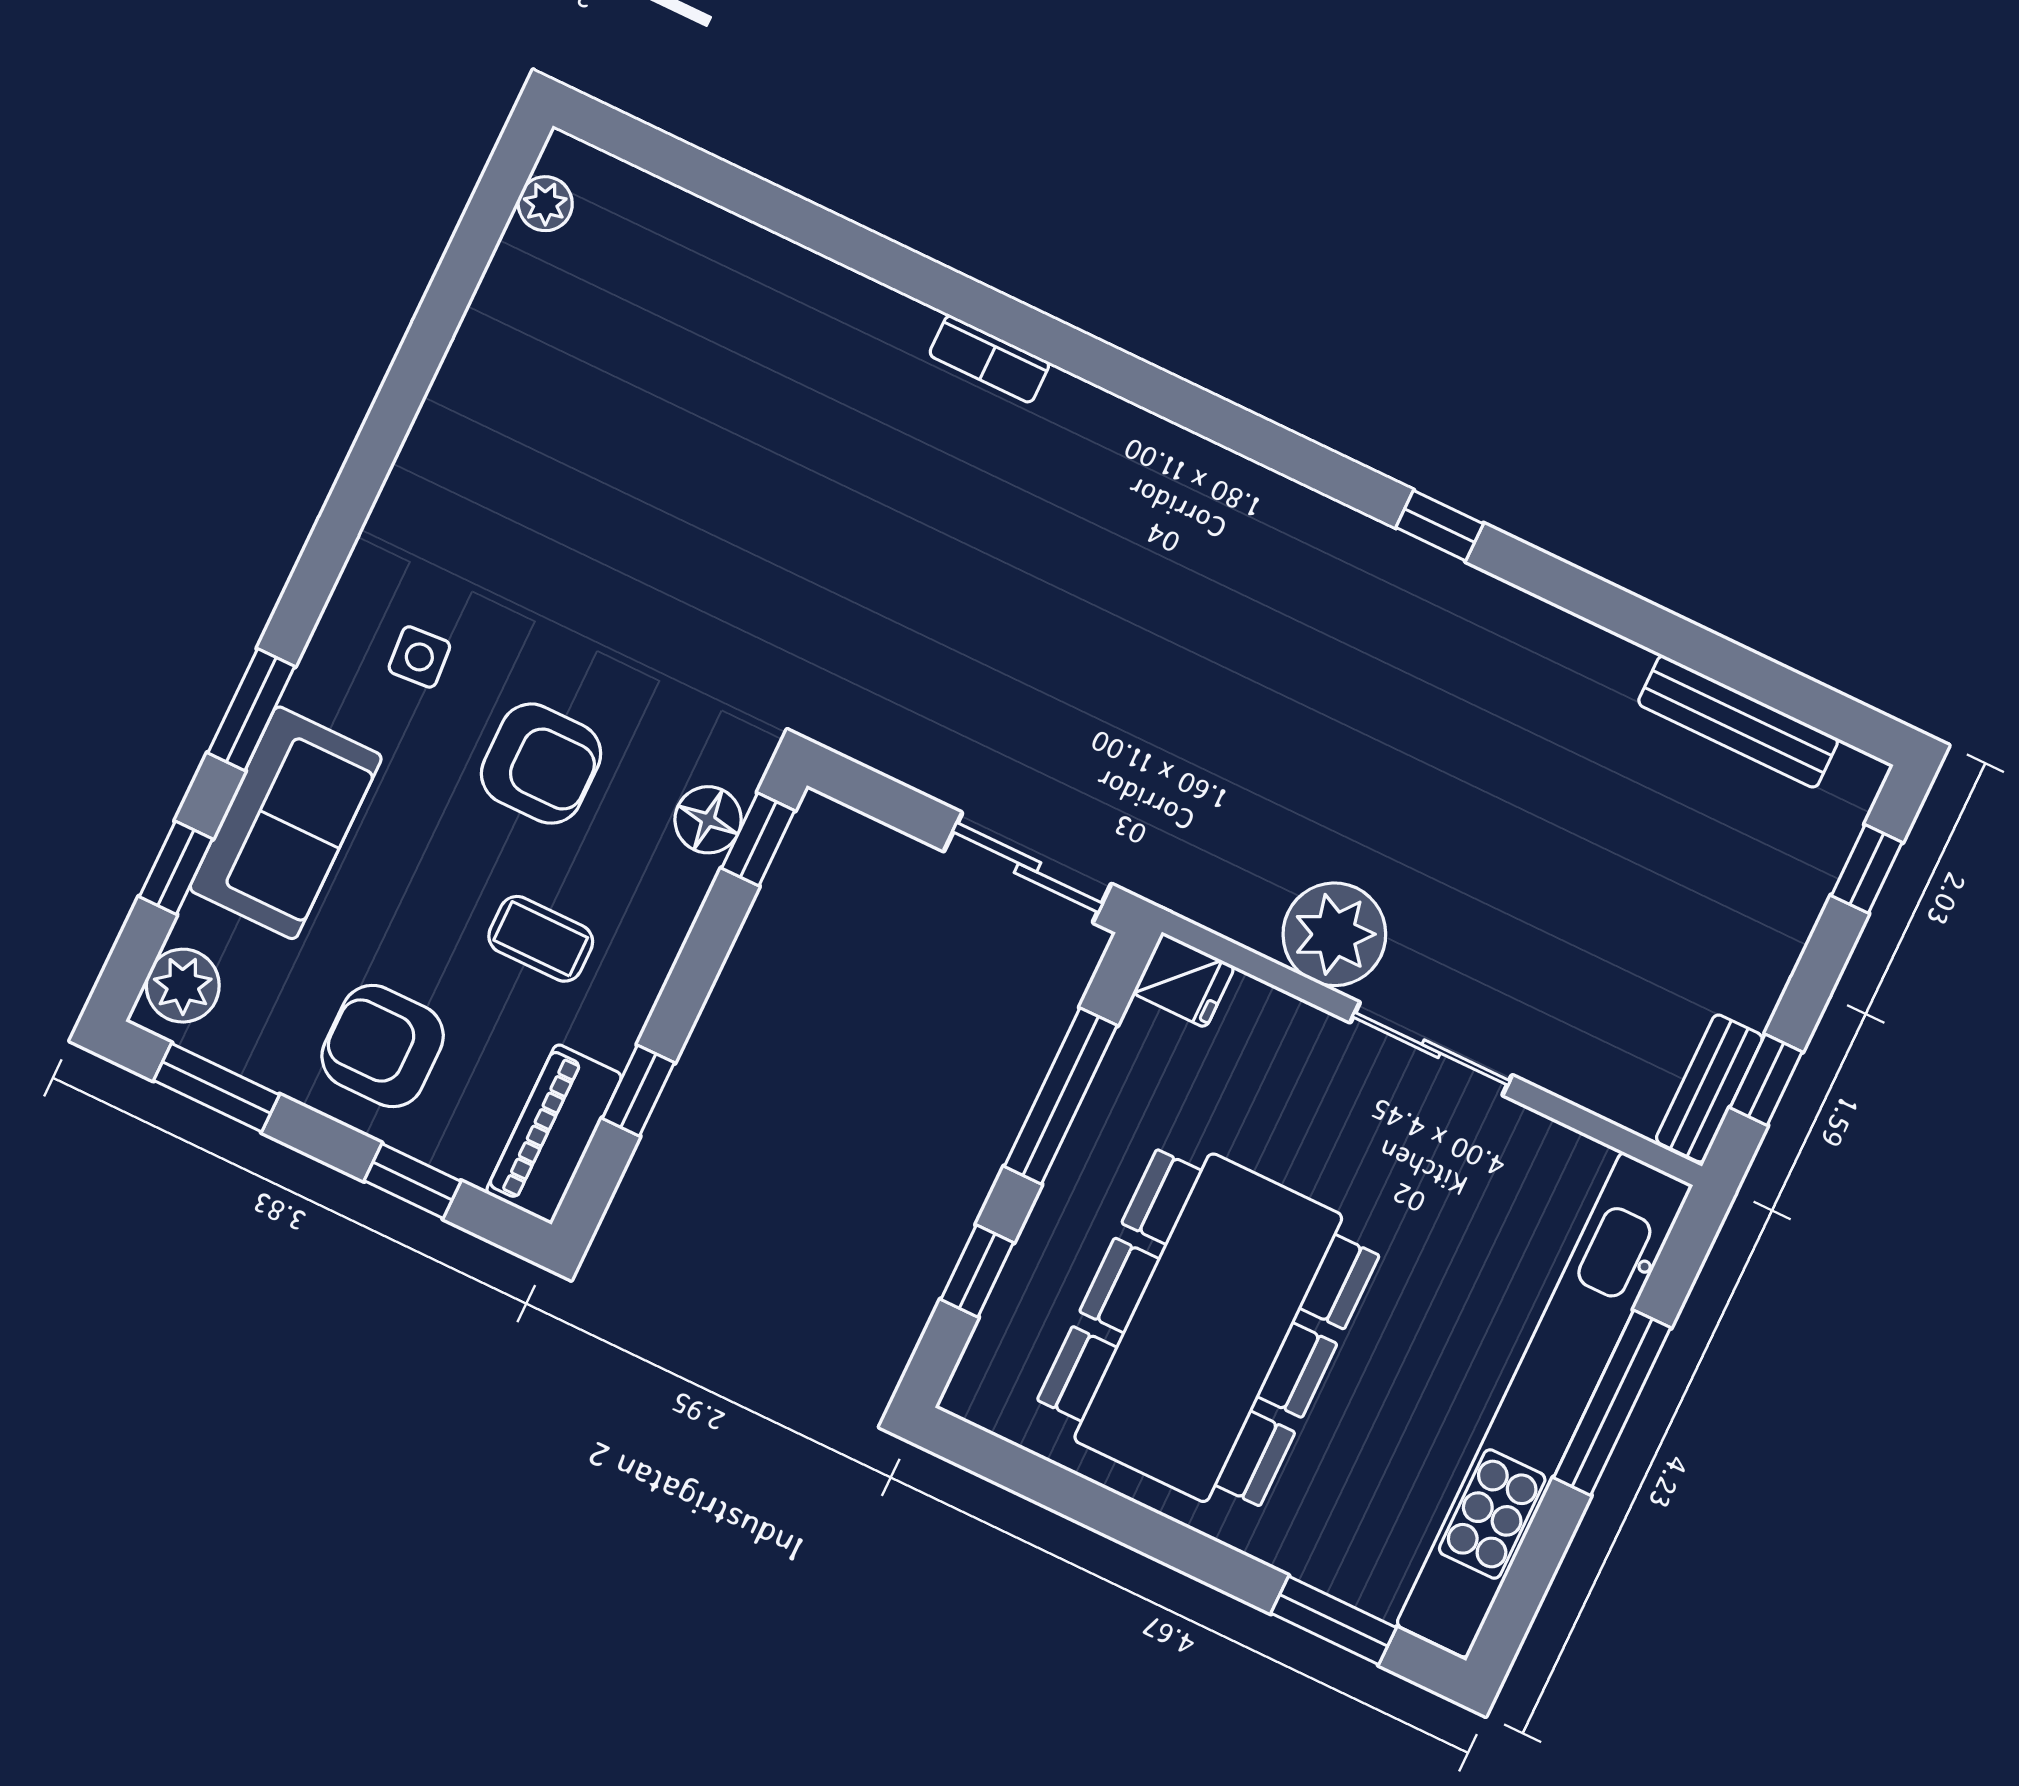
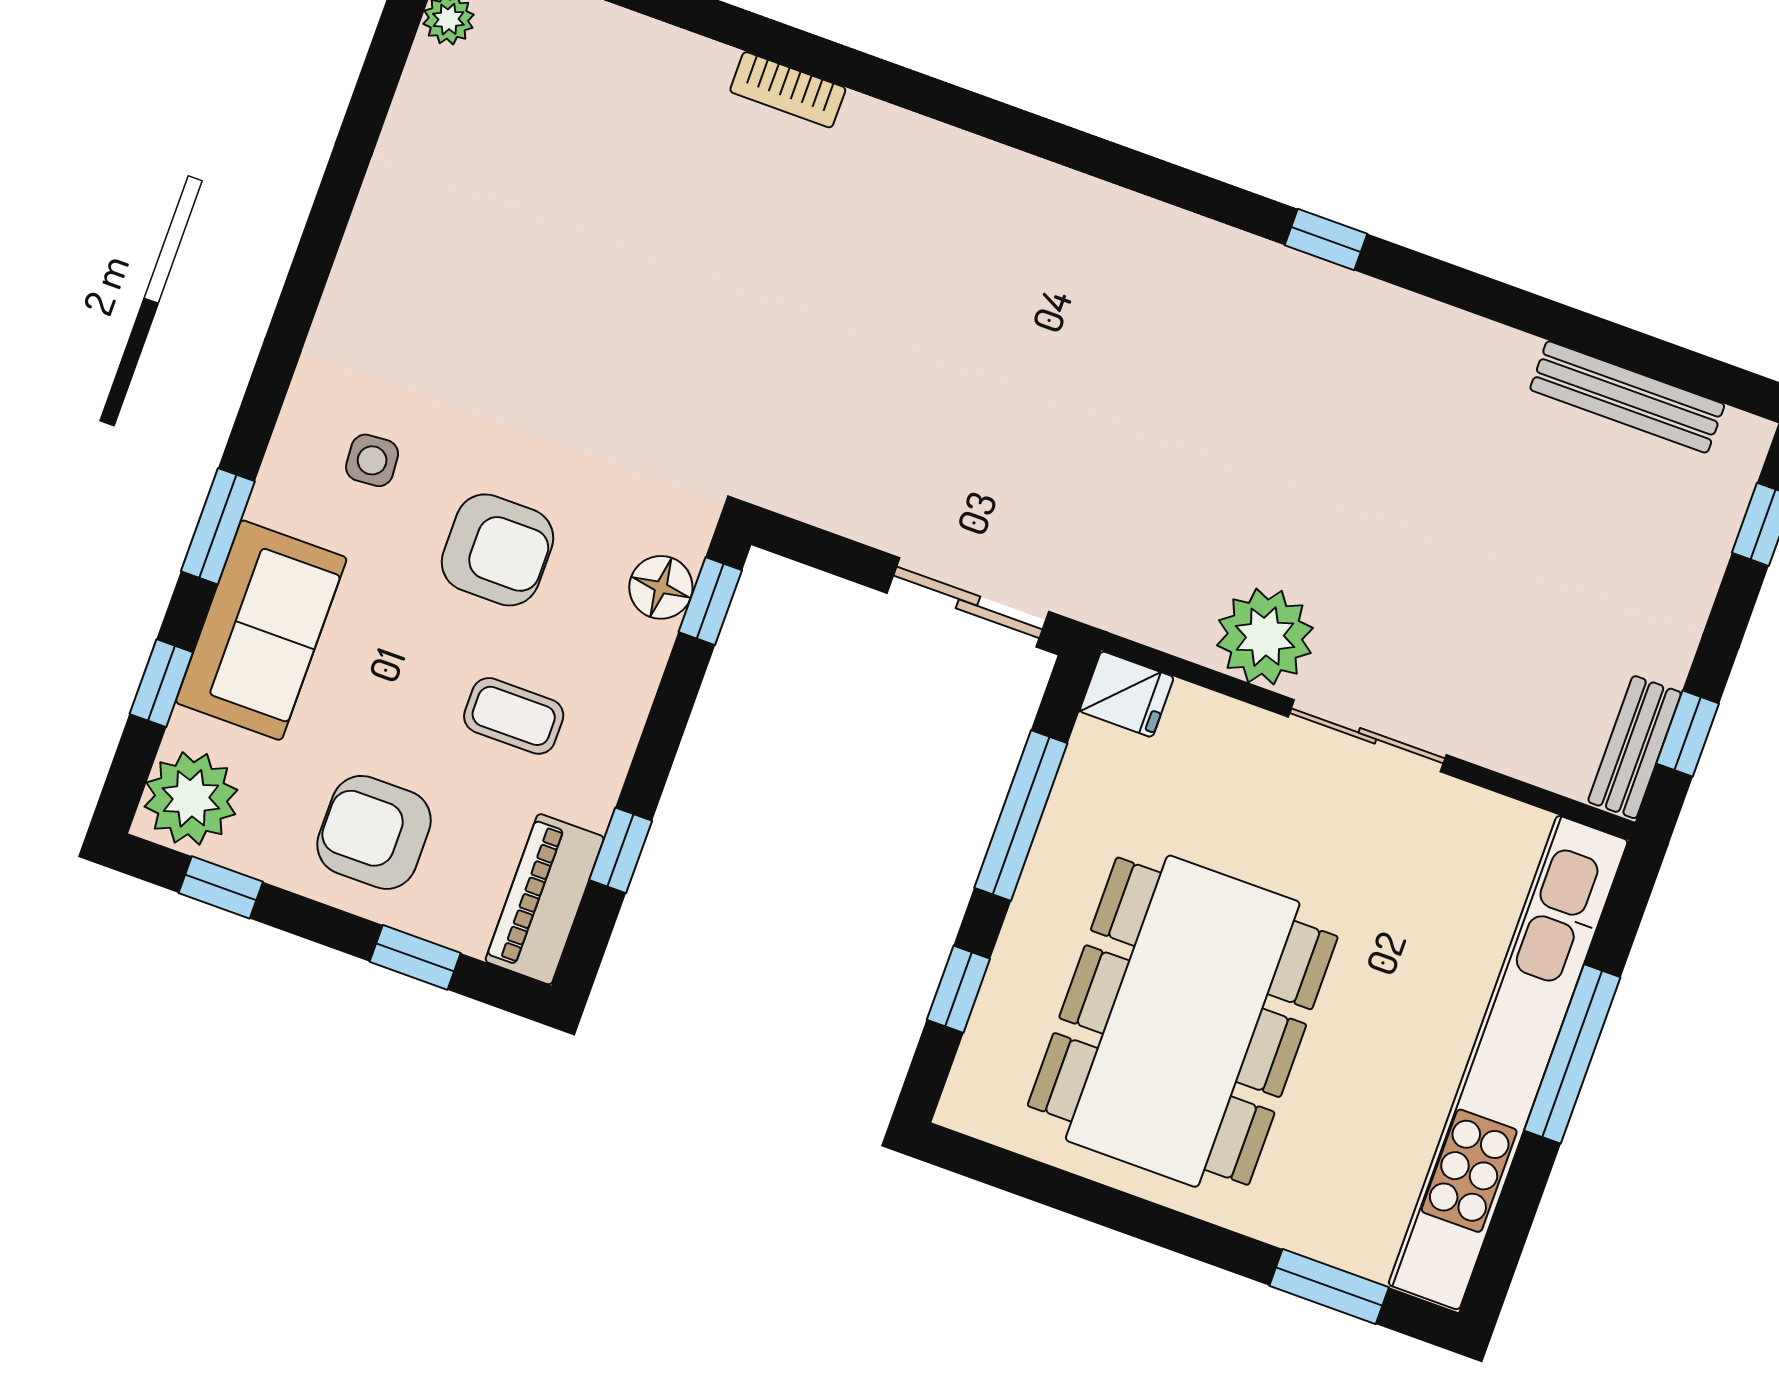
bookcase: (989, 359) -> (788, 90), moved
plant: (183, 986) -> (191, 798), width x1.36, depth x1.36
window: (217, 1088) -> (221, 887), width x0.67

